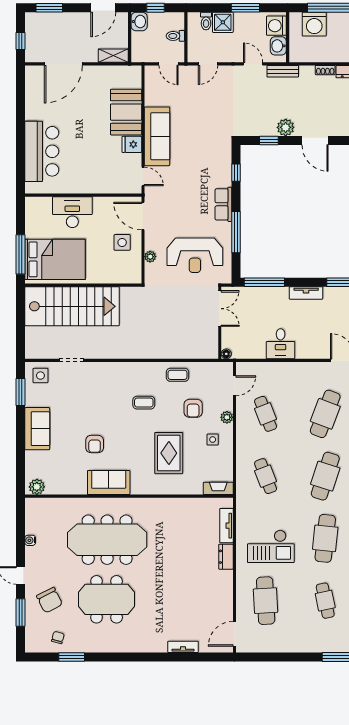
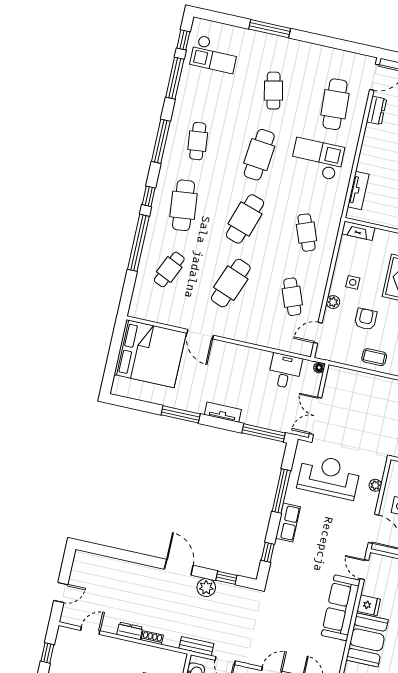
desk: (281, 344) -> (285, 371), moved
dresser: (226, 557) -> (376, 110), moved

